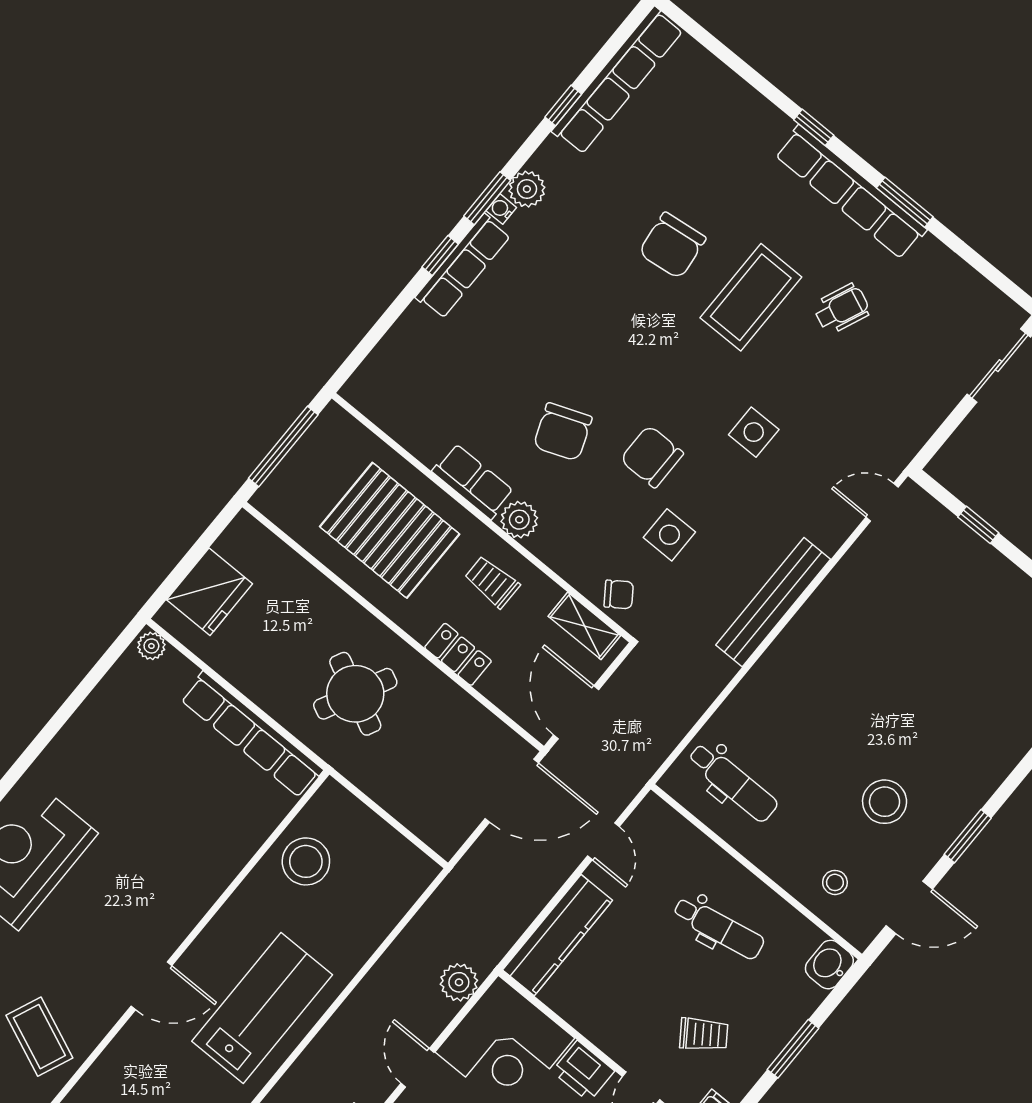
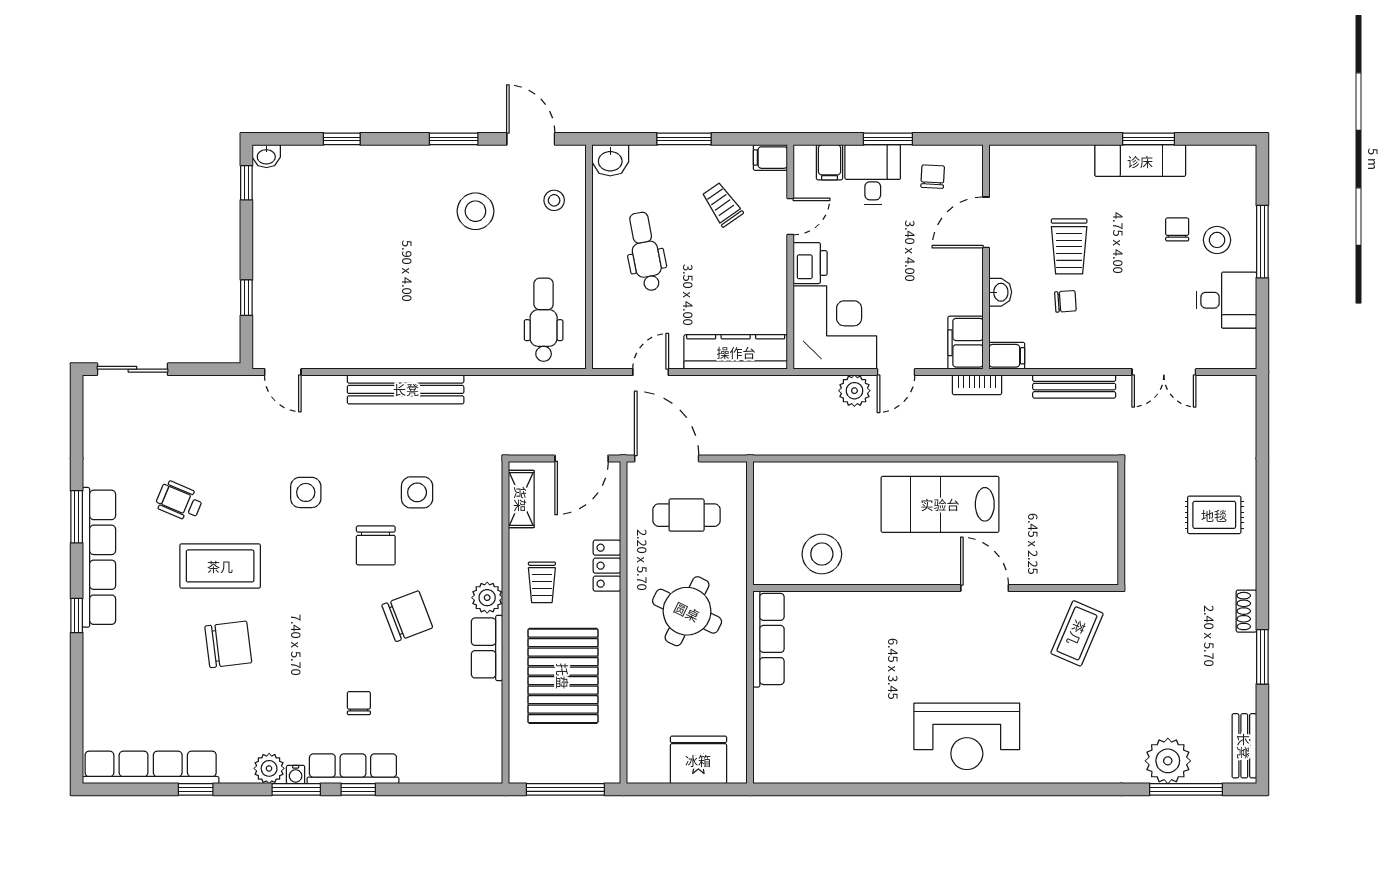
chair: (619, 594) -> (359, 703), moved, turned 35
plant: (151, 646) -> (765, 769), removed
row of seats: (252, 735) -> (769, 639), width x0.73
cafe table: (444, 766) -> (687, 515), added
plant: (459, 982) -> (854, 391), moved

